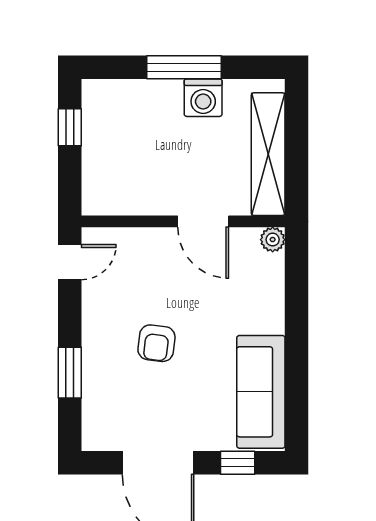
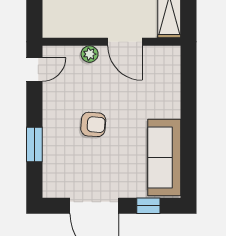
plant: (273, 240) -> (90, 54), moved
armchair: (156, 343) -> (93, 124), turned -93

